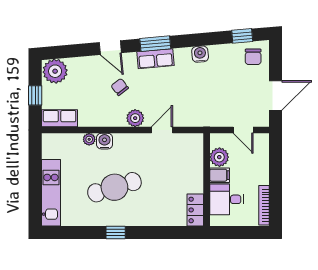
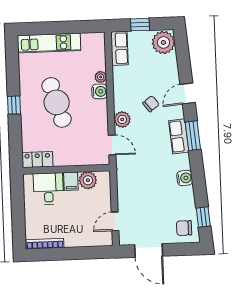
plant: (219, 157) -> (88, 180), moved
filing cabinet: (220, 175) -> (71, 181), moved
wall: (207, 180) -> (66, 169), moved
desk: (227, 199) -> (48, 189), moved
locker: (195, 210) -> (37, 160), moved

